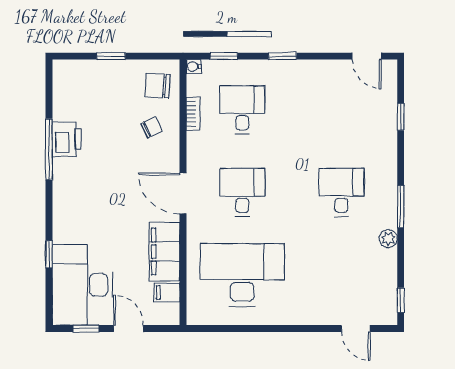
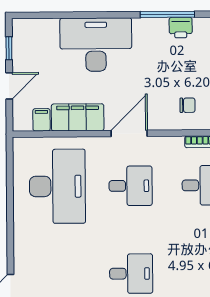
chair: (152, 127) -> (187, 105), turned -65
printer: (67, 139) -> (181, 28), width x0.73, depth x0.81
window: (49, 254) -> (74, 15), removed
desk: (82, 285) -> (96, 45), moved

